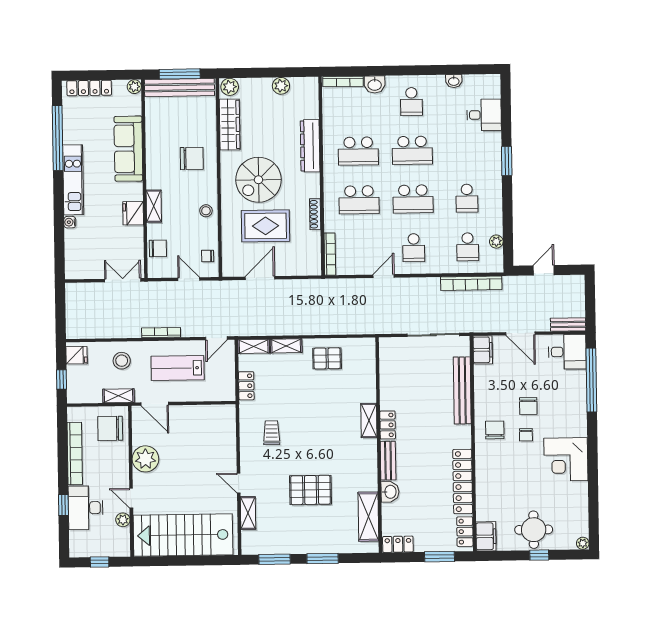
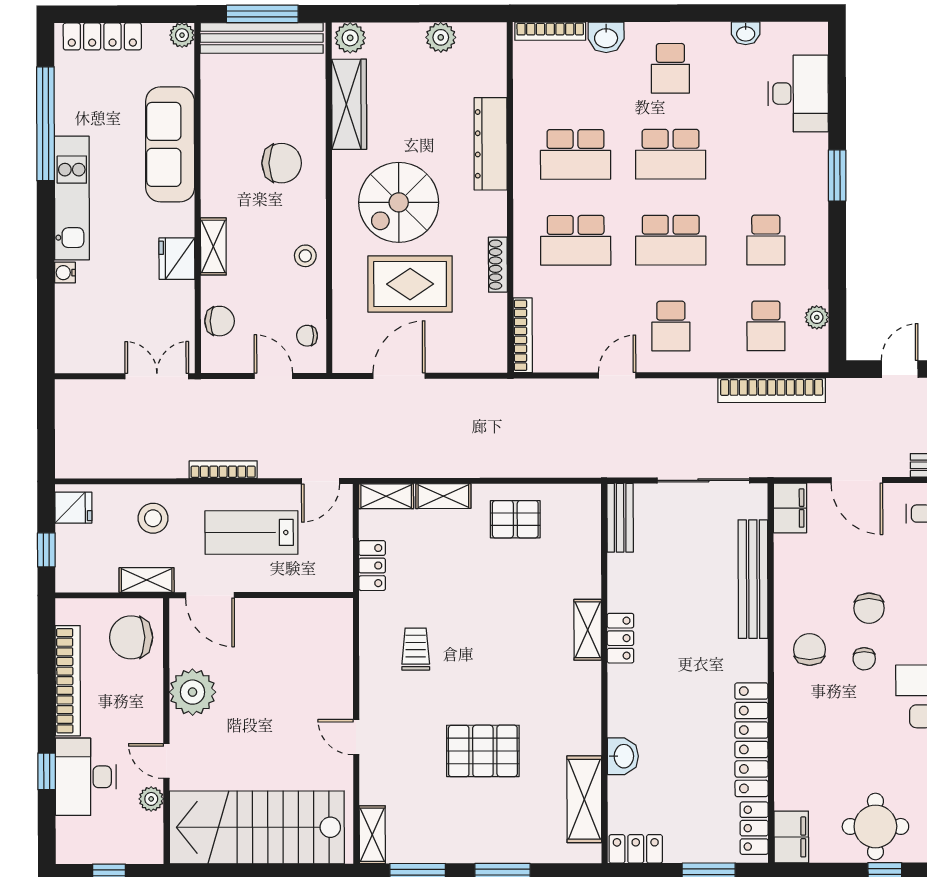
desk: (484, 115) -> (798, 94), width x1.37
bench: (388, 461) -> (620, 518), moved
shelving: (248, 513) -> (372, 835), moved

